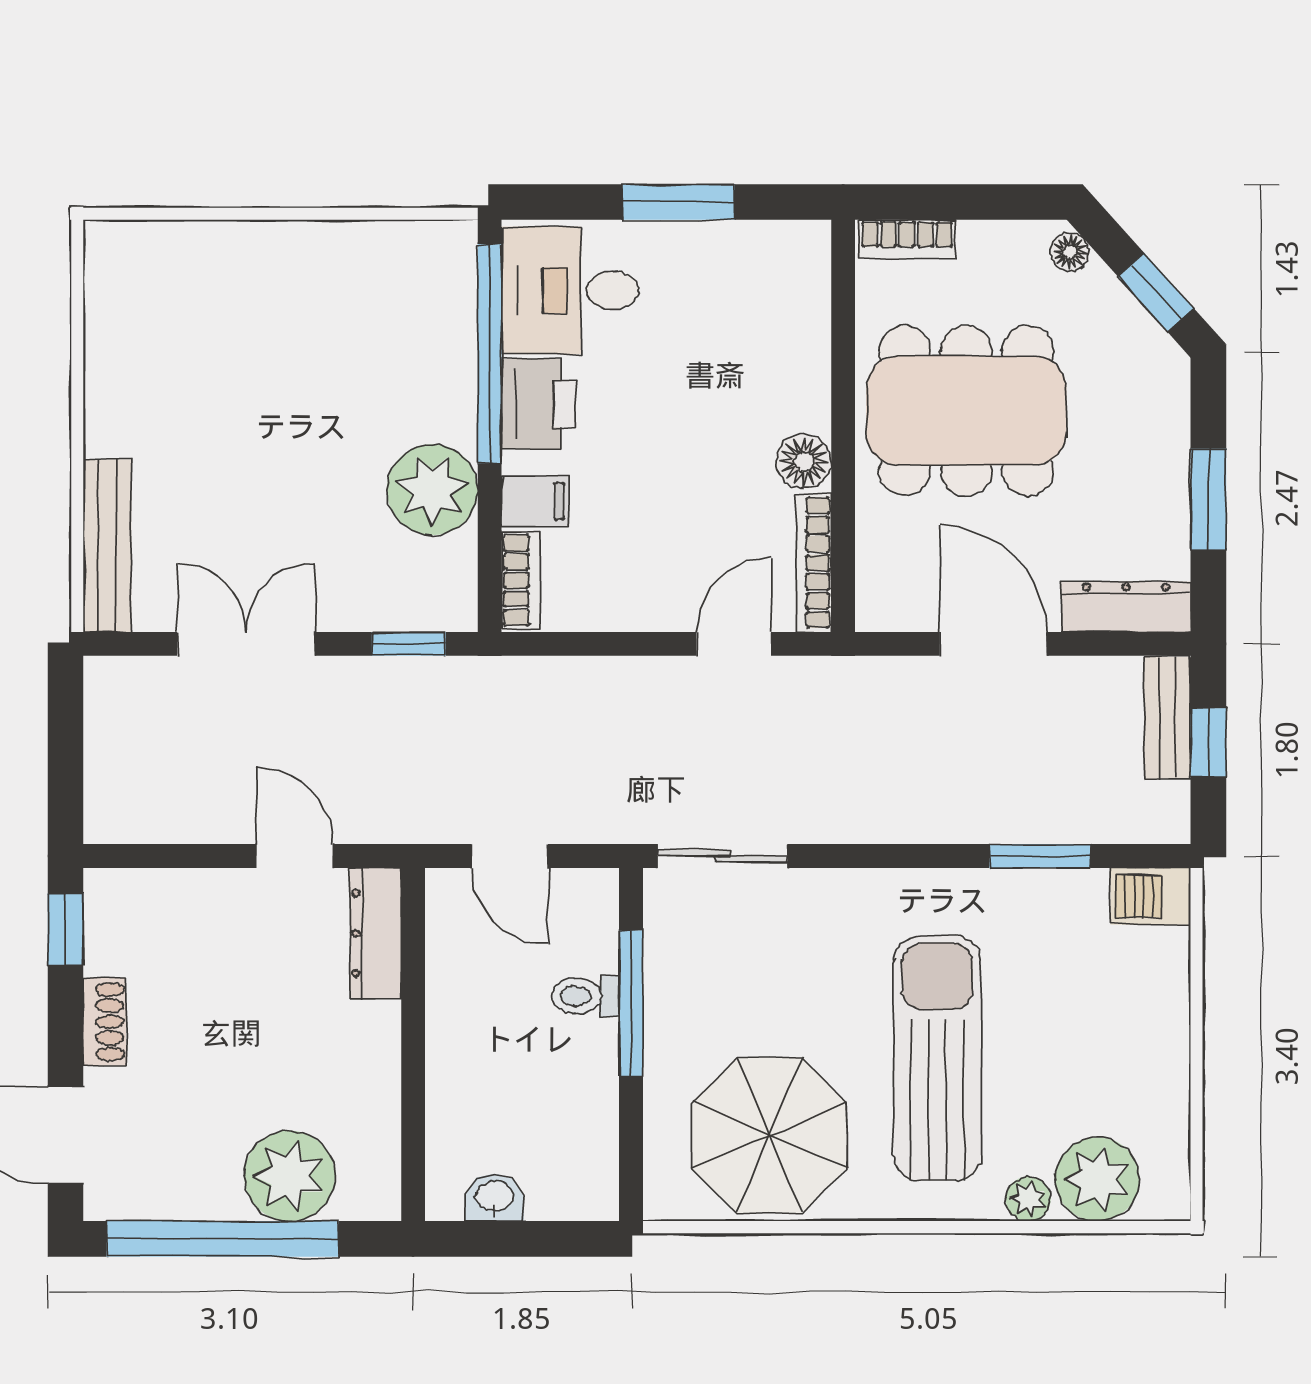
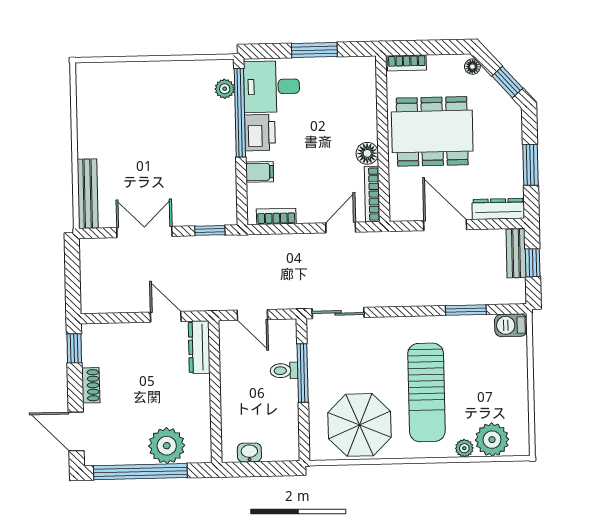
plant: (432, 490) -> (225, 89), moved, width x0.53, depth x0.53
bookcase: (521, 580) -> (276, 216), moved, turned -90
sun lounger: (937, 1058) -> (426, 392), turned 180

